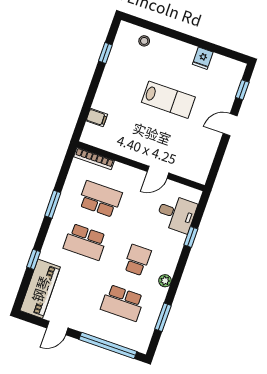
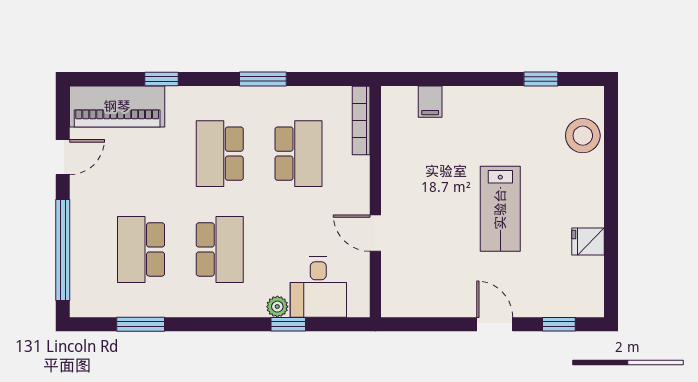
stool: (144, 41) -> (583, 136), width x1.89, depth x1.89
school desk: (137, 260) -> (220, 249), width x1.85
plant: (165, 281) -> (277, 307), moved
door: (57, 328) -> (63, 157), swing flipped

